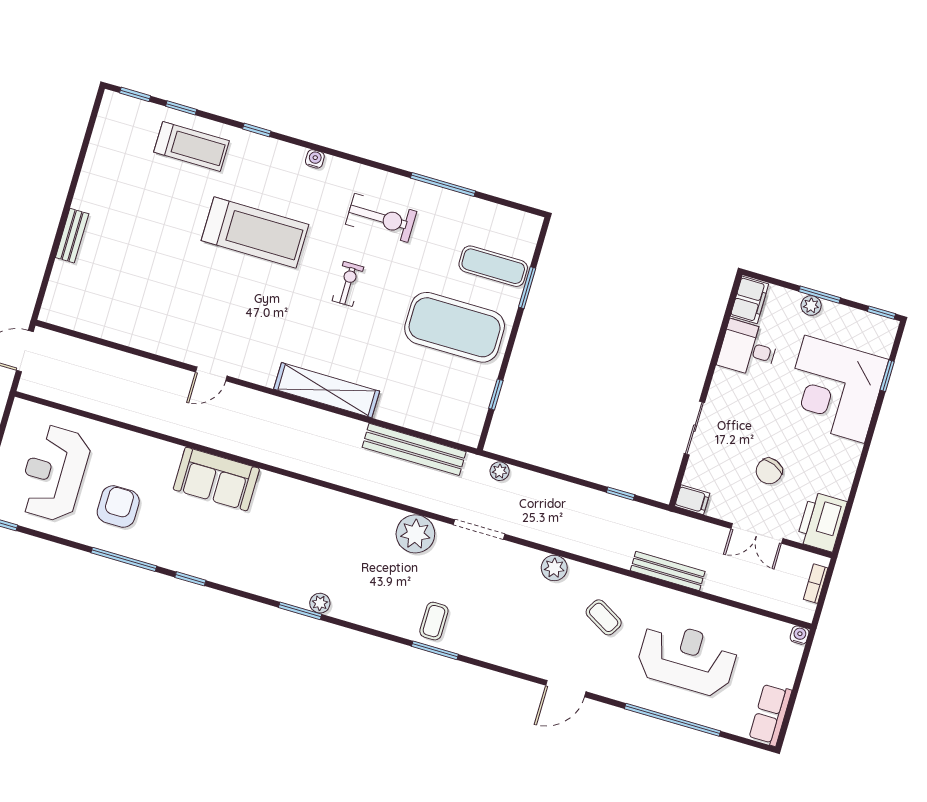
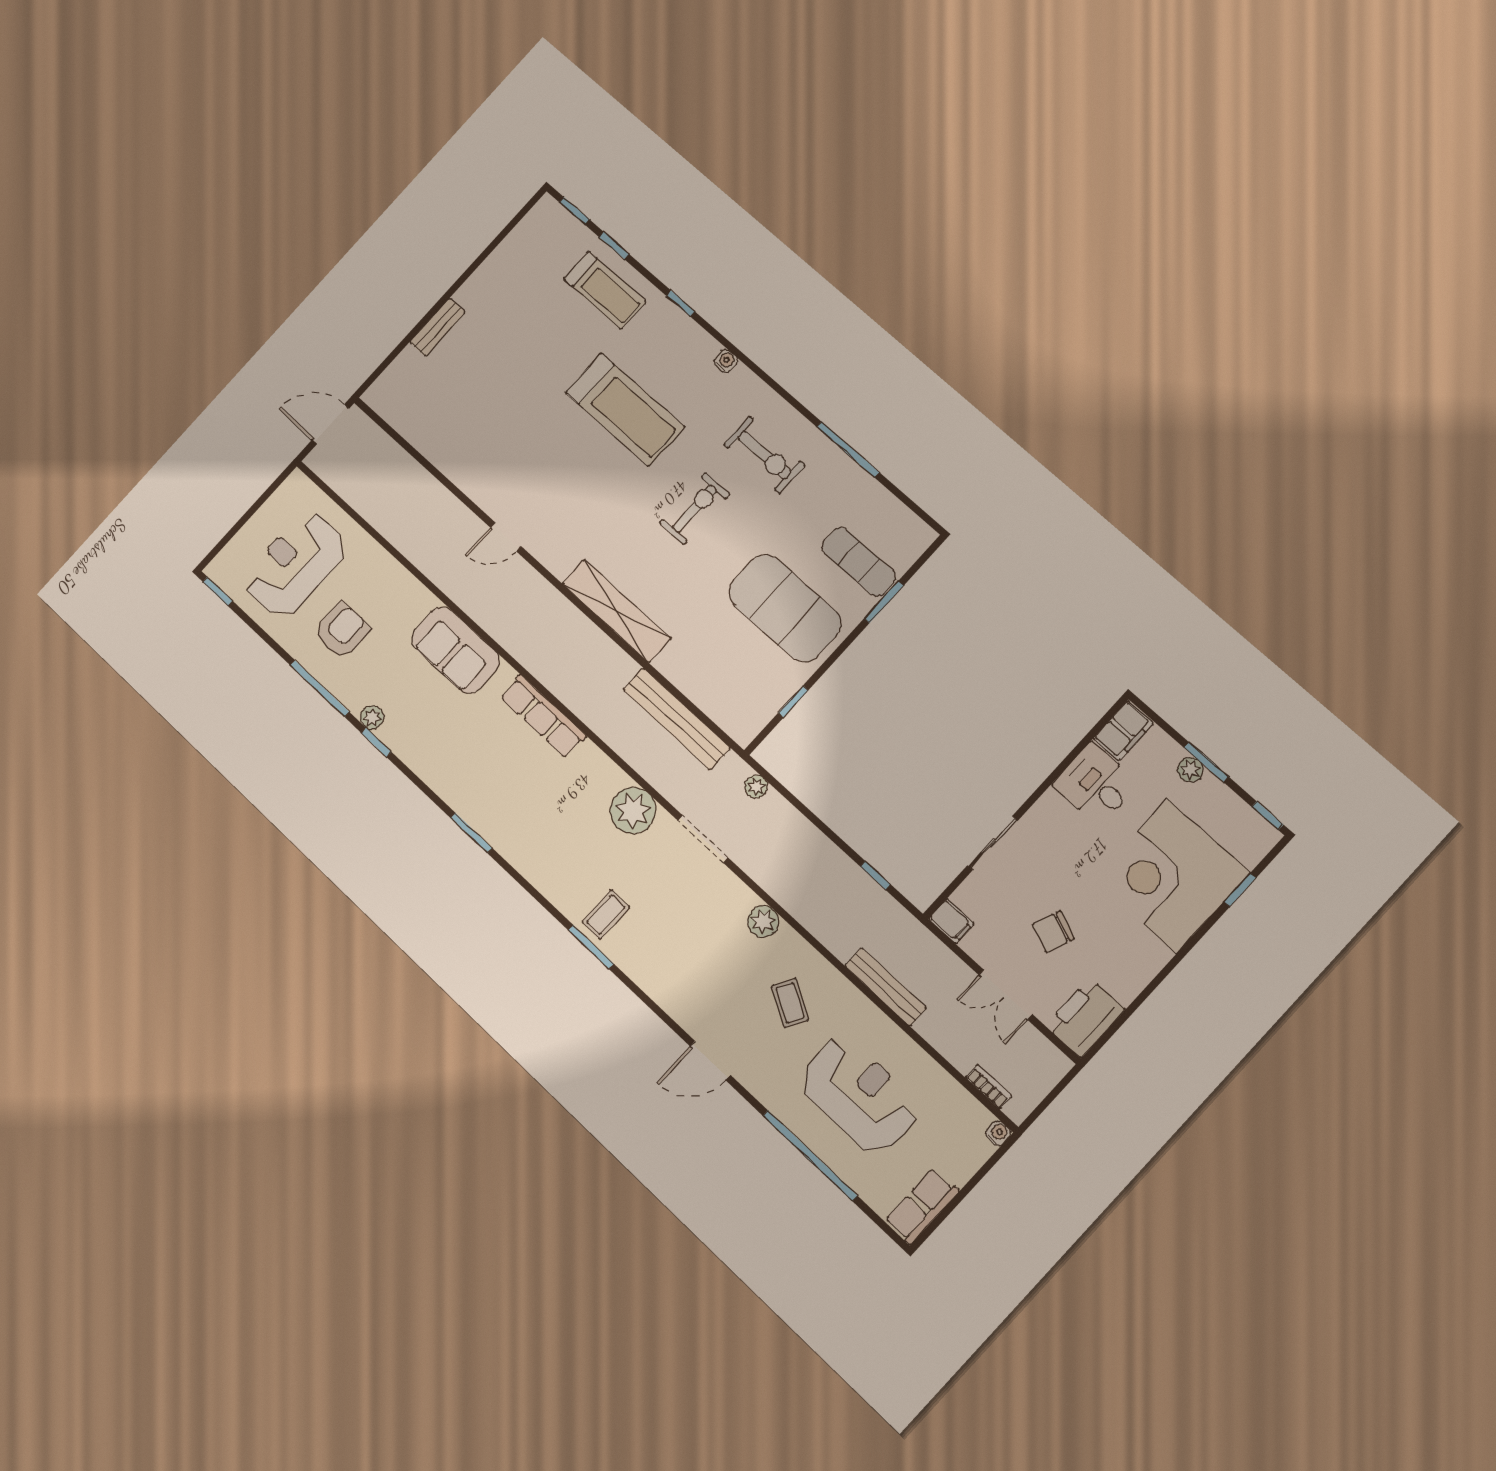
exercise bike: (348, 284) -> (695, 509), width x1.38, depth x1.39
row of seats: (311, 497) -> (543, 716), added
bookcase: (816, 584) -> (989, 1087), moved, turned 90
plant: (320, 603) -> (372, 717), moved

